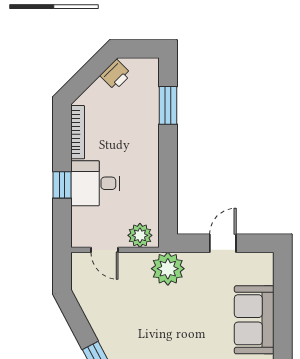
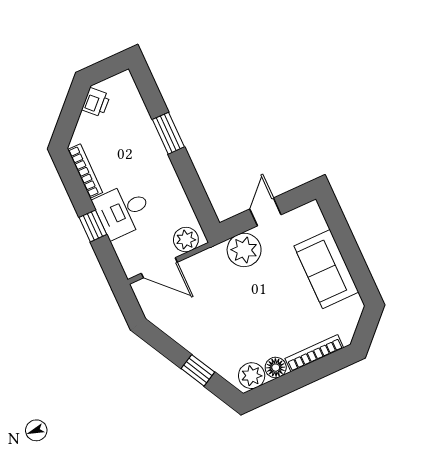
window: (168, 105) -> (168, 133), moved
door: (104, 250) -> (159, 268), width x1.37
plant: (168, 269) -> (244, 250), moved

